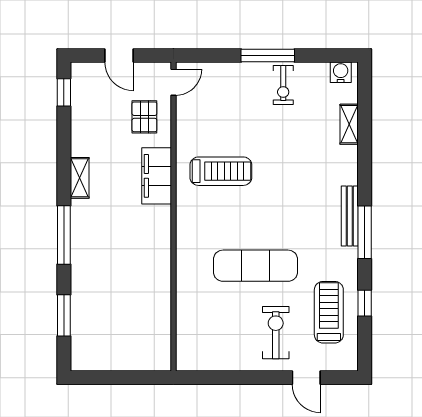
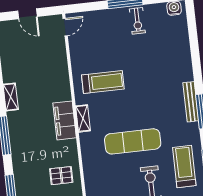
pallet: (144, 117) -> (61, 176), moved, turned 90
shelving: (349, 124) -> (83, 118), moved
filing cabinet: (157, 176) -> (65, 120), moved

